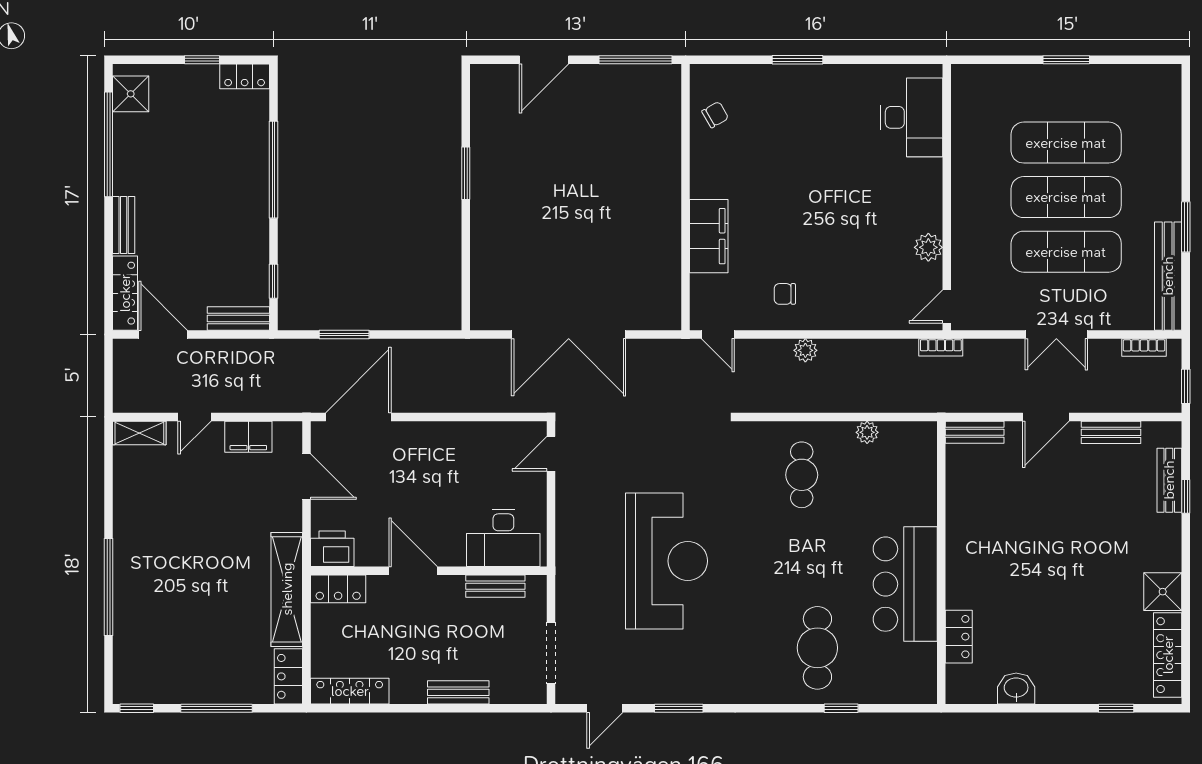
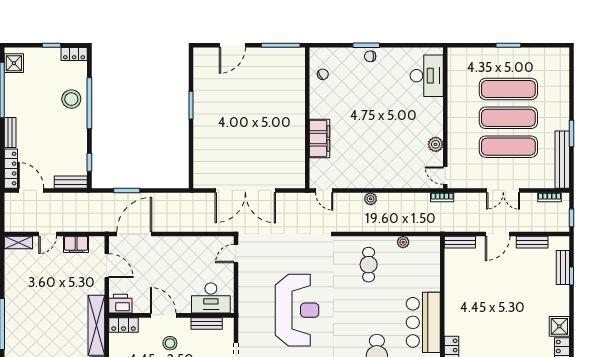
stool: (239, 162) -> (71, 99), added
chair: (785, 294) -> (370, 56), moved
door: (947, 306) -> (445, 176), hinge flipped
stool: (426, 624) -> (170, 343), added

